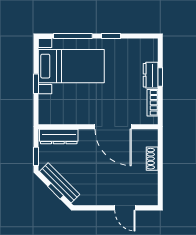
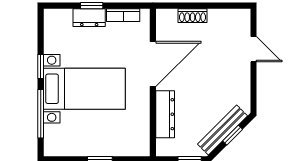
bed with nightstands: (71, 66) -> (84, 89), moved, turned 90
dresser: (59, 137) -> (165, 114), moved
door: (125, 208) -> (253, 49), hinge flipped

